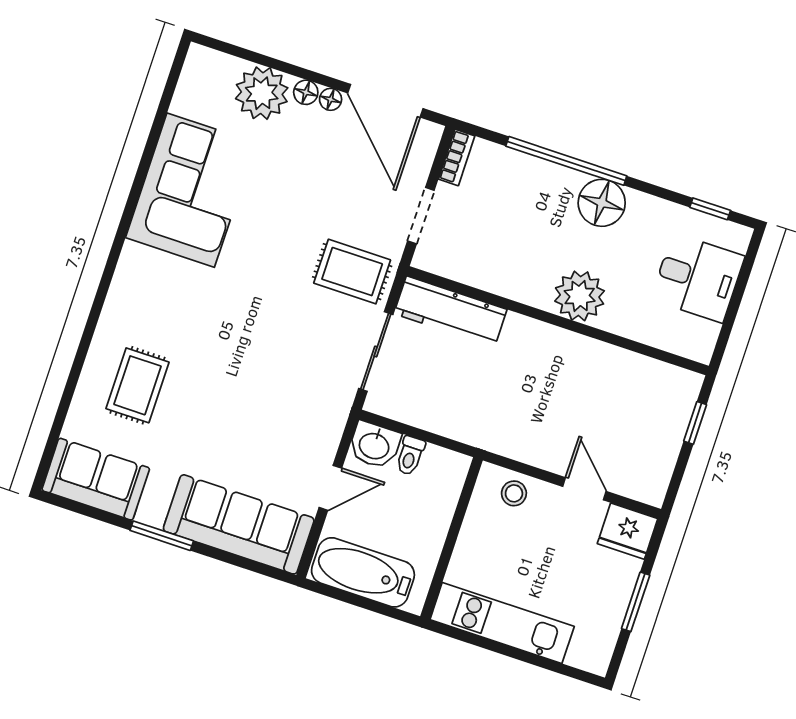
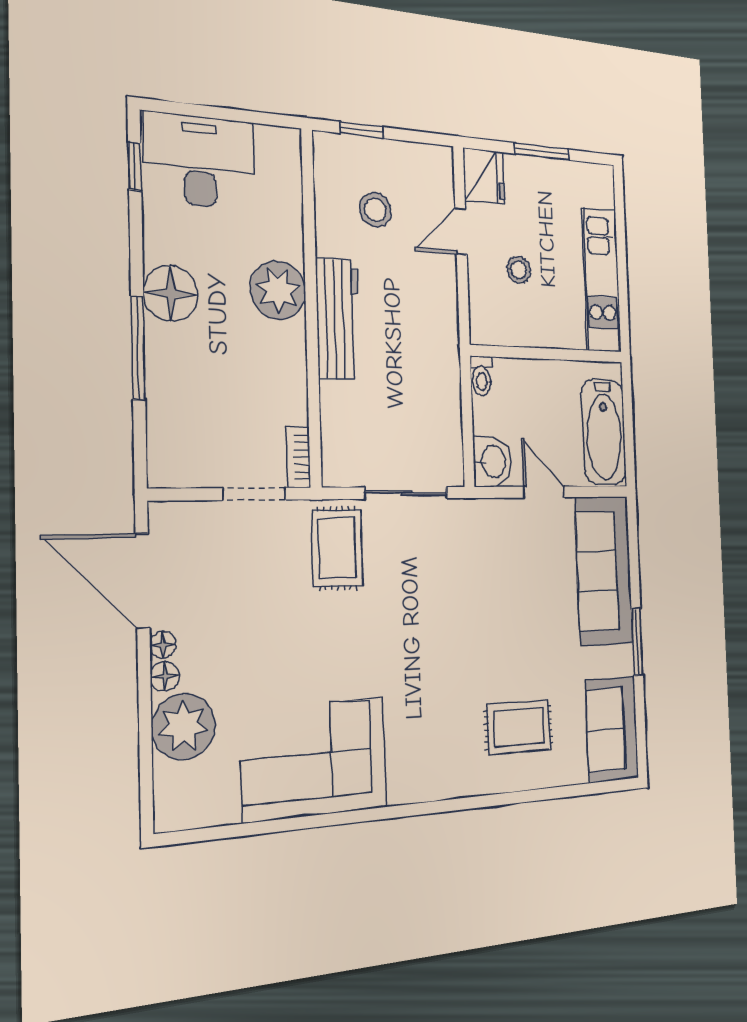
door: (385, 101) -> (142, 581), swing flipped
bookcase: (457, 158) -> (299, 457), moved, turned -90
window: (566, 161) -> (138, 348), width x0.68
desk: (698, 278) -> (200, 161), width x1.37
workbench: (450, 311) -> (338, 319), moved
stool: (624, 411) -> (375, 210), added
toilet: (410, 456) -> (481, 376), moved, turned 90
stool: (514, 493) -> (519, 270), moved

